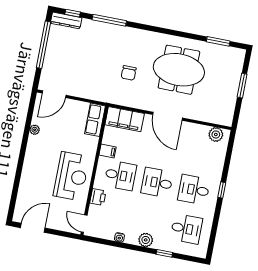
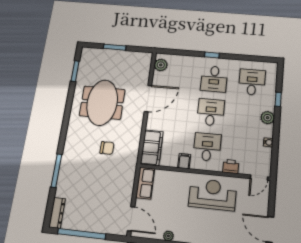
window: (73, 13) -> (50, 207), removed
door: (167, 116) -> (148, 98), moved
row of seats: (95, 120) -> (145, 183), moved, turned -90
desk: (157, 183) -> (211, 112), turned 180

